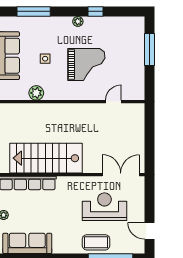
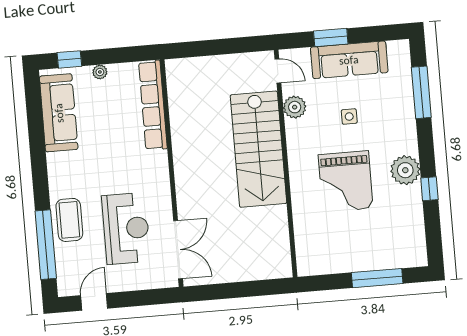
plant: (78, 21) -> (405, 170), width x1.87, depth x1.87
door: (113, 102) -> (278, 71), moved
stairs: (46, 158) -> (258, 149), moved, turned 180

